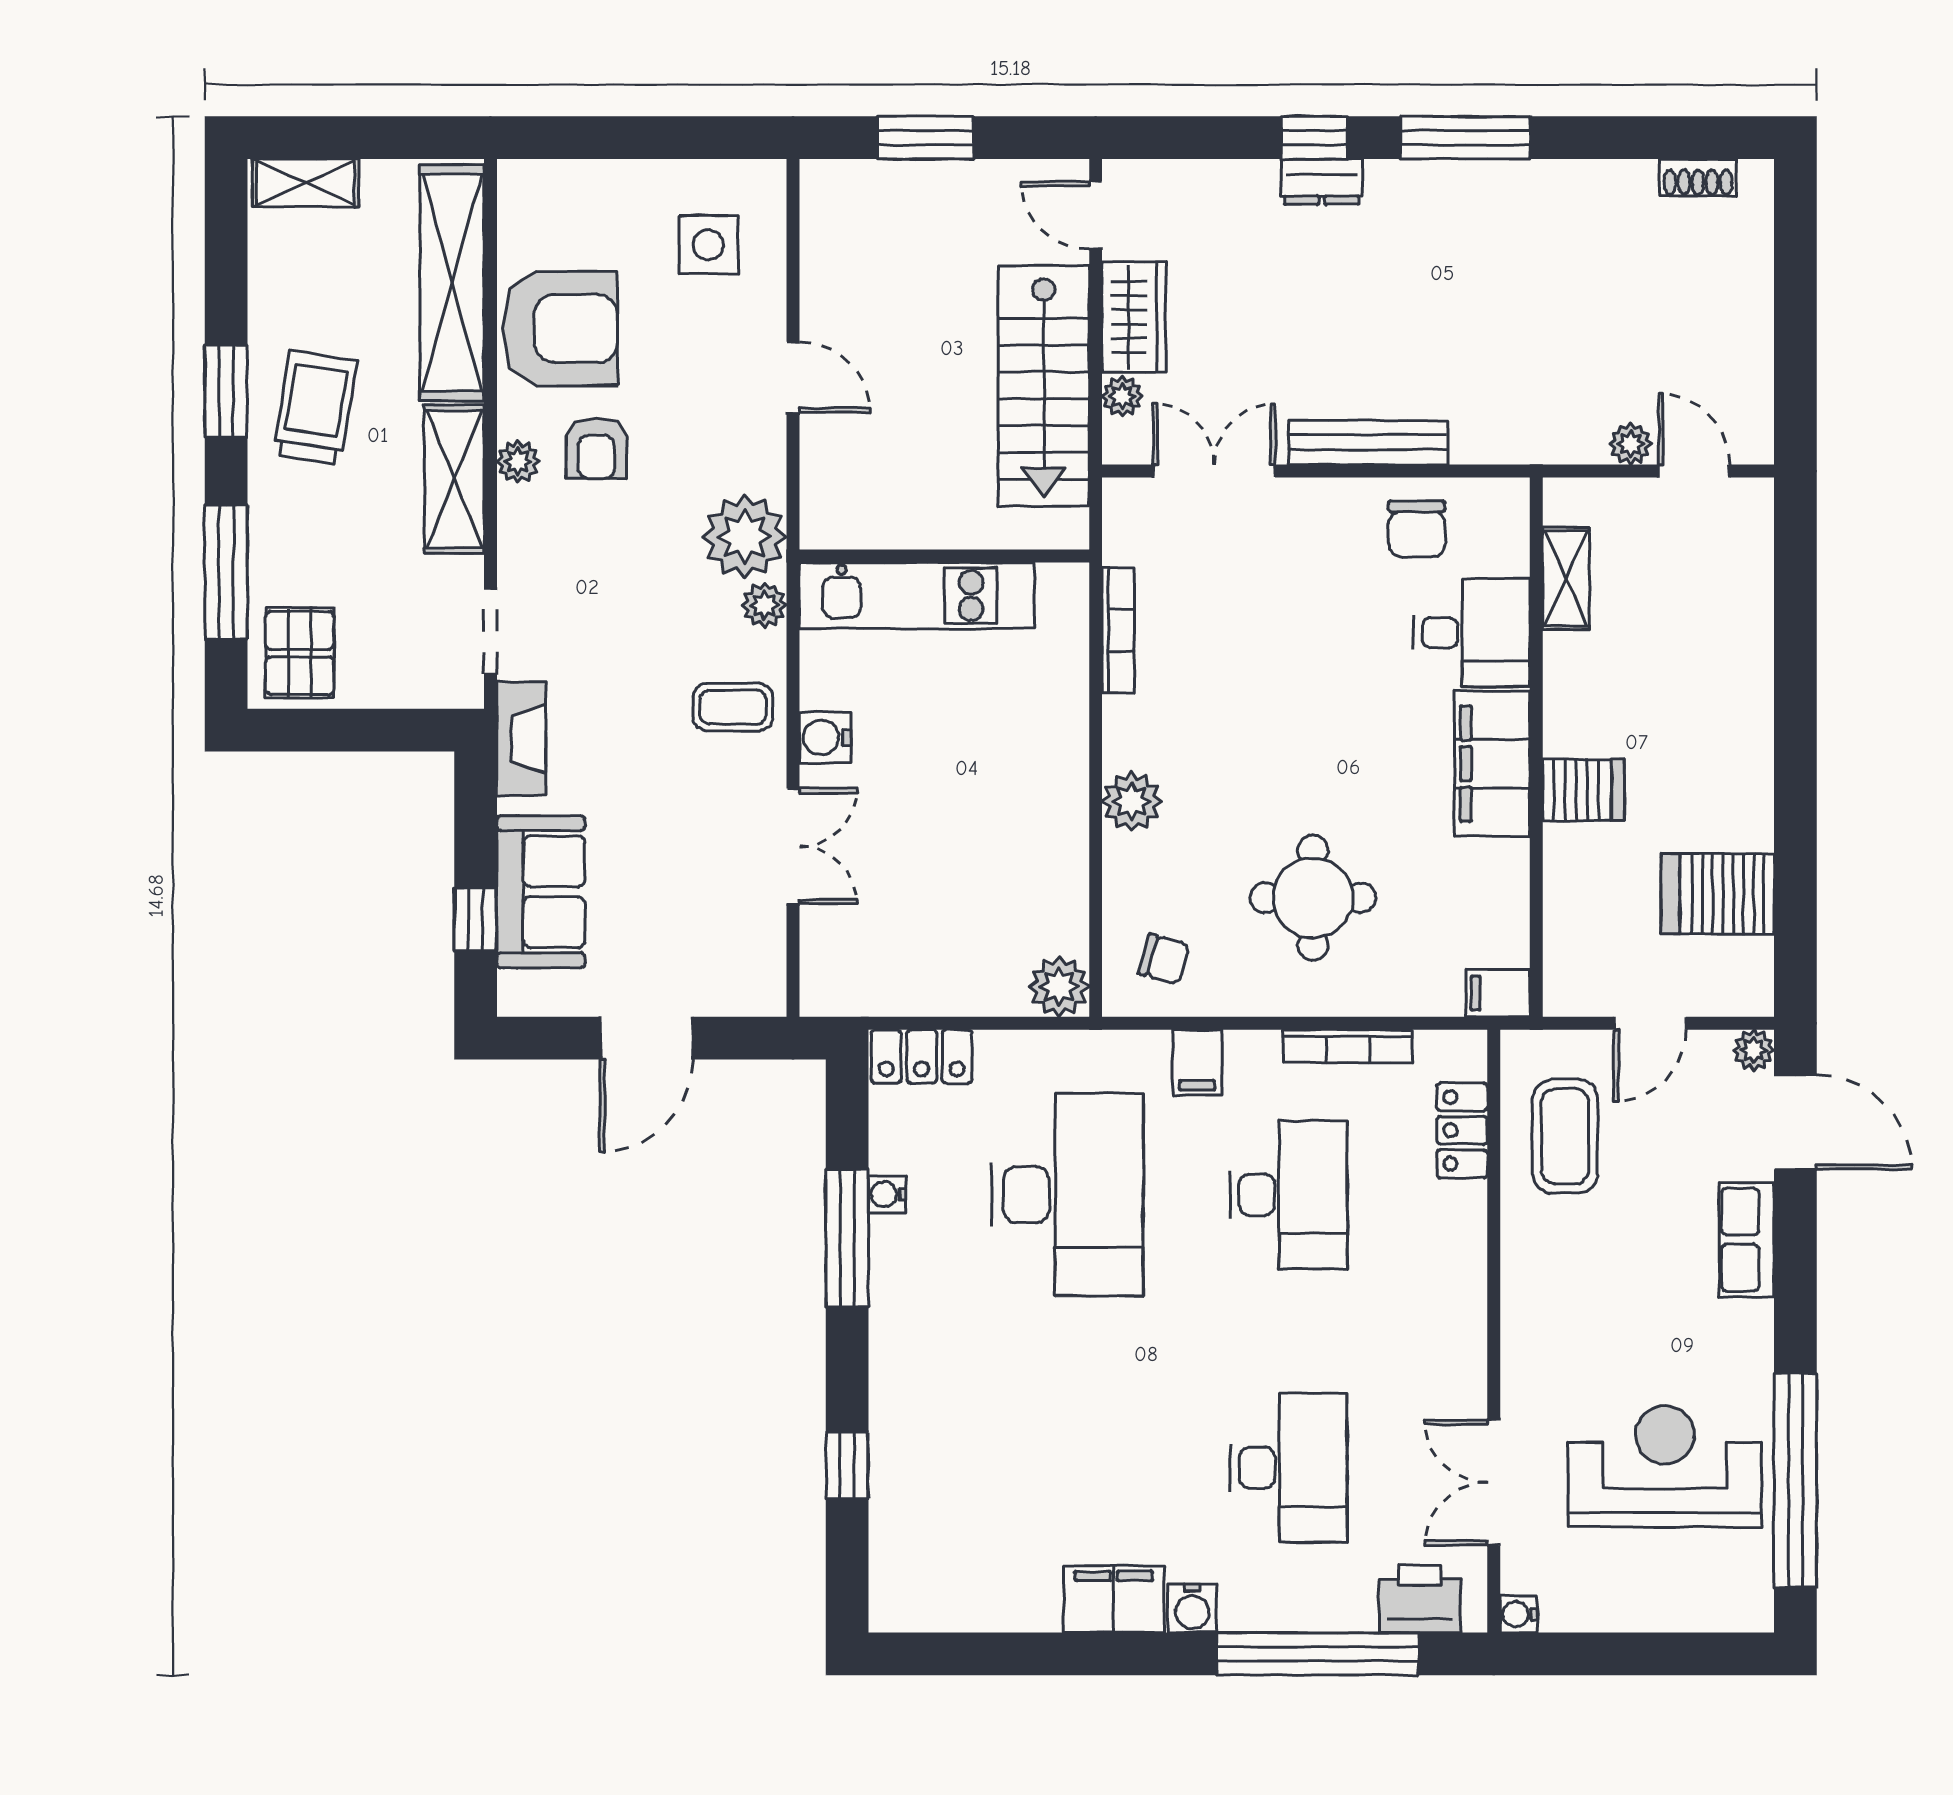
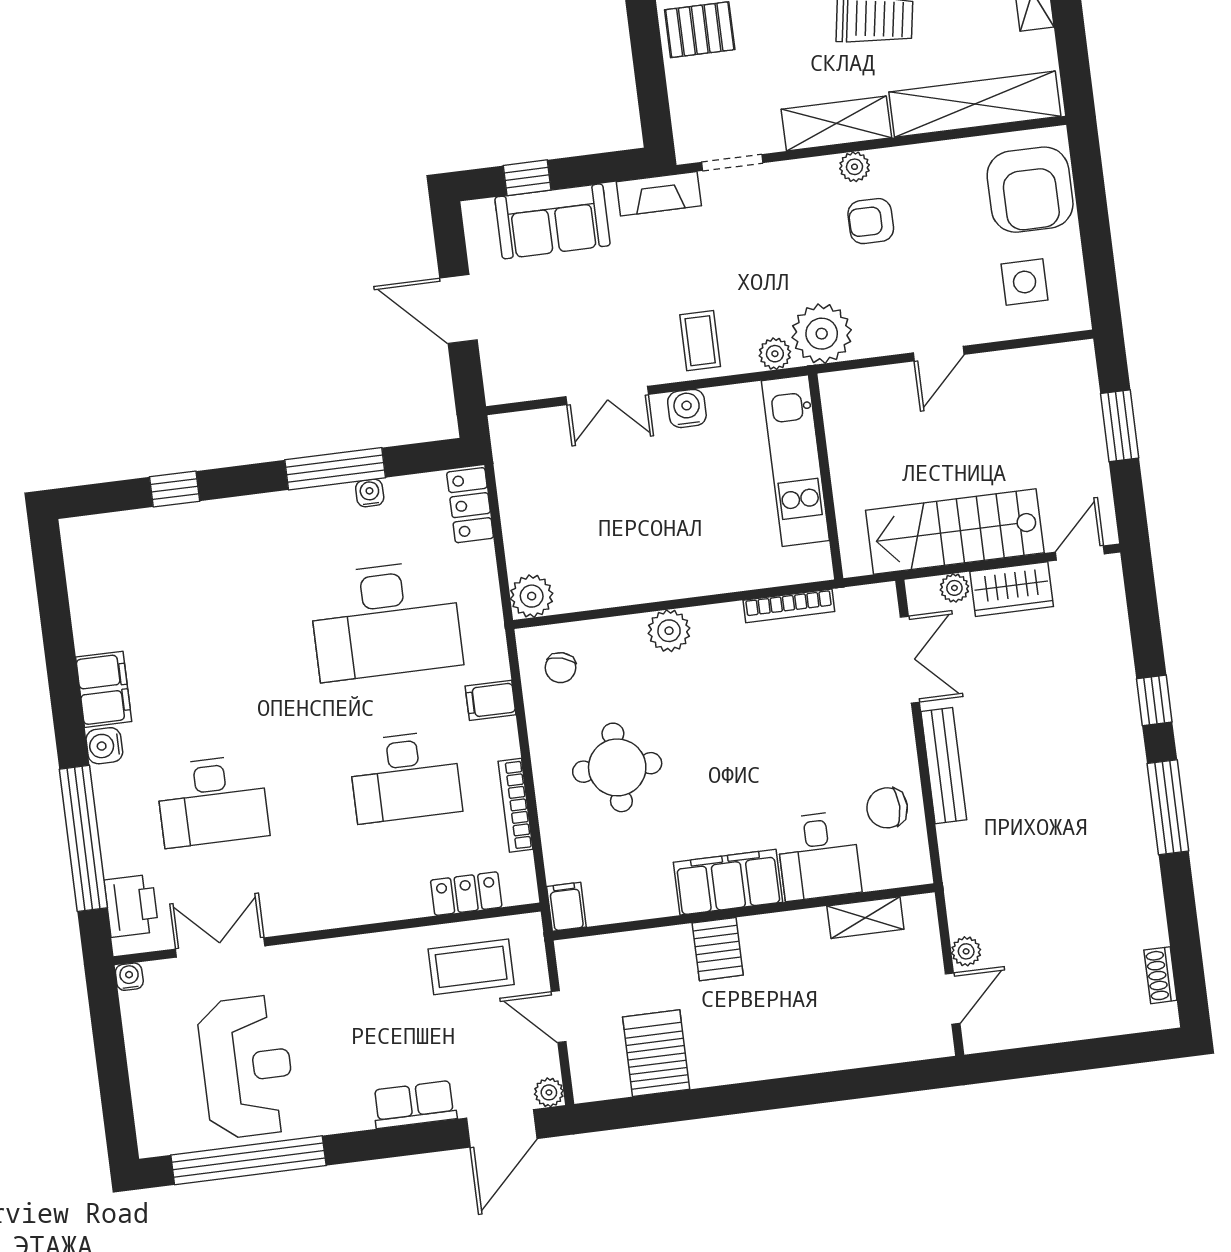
dresser: (1322, 182) -> (1124, 710), removed
armchair: (560, 328) -> (1030, 190), moved

